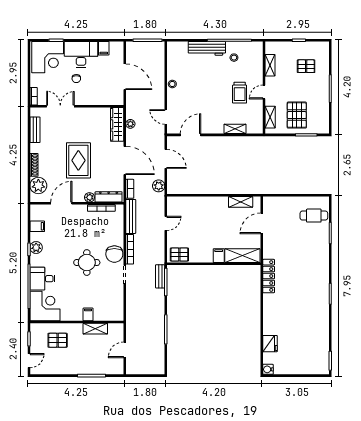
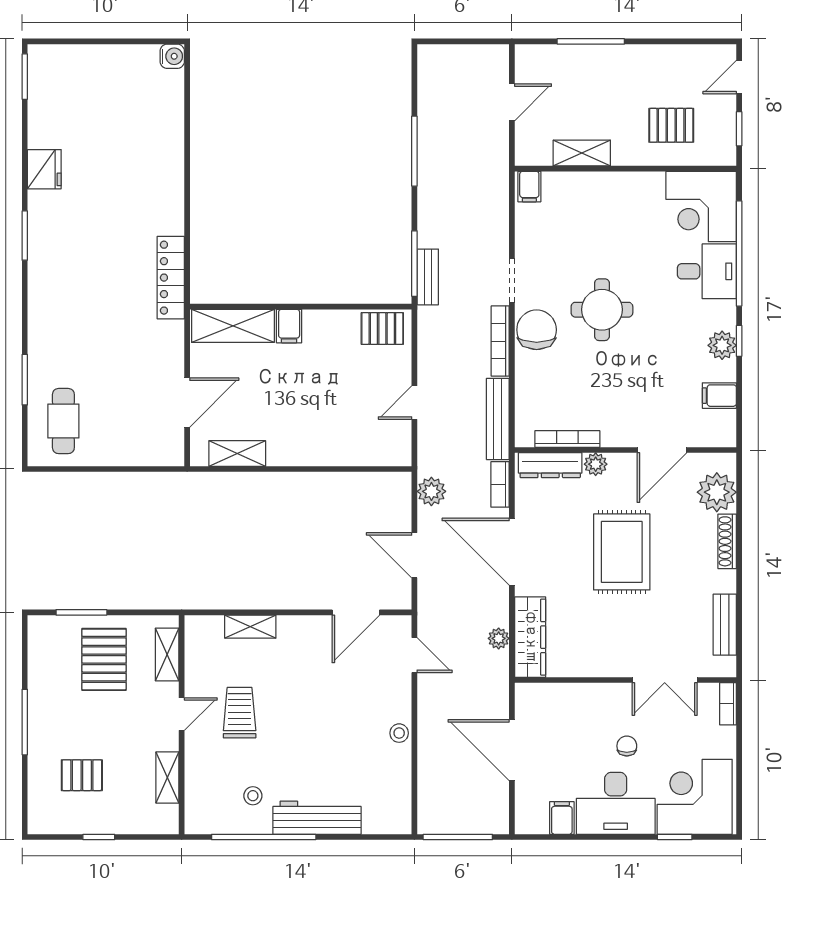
cafe table: (314, 216) -> (63, 421), turned 90
filing cabinet: (88, 314) -> (529, 187), moved
fridge: (270, 344) -> (44, 169), moved, turned 180

